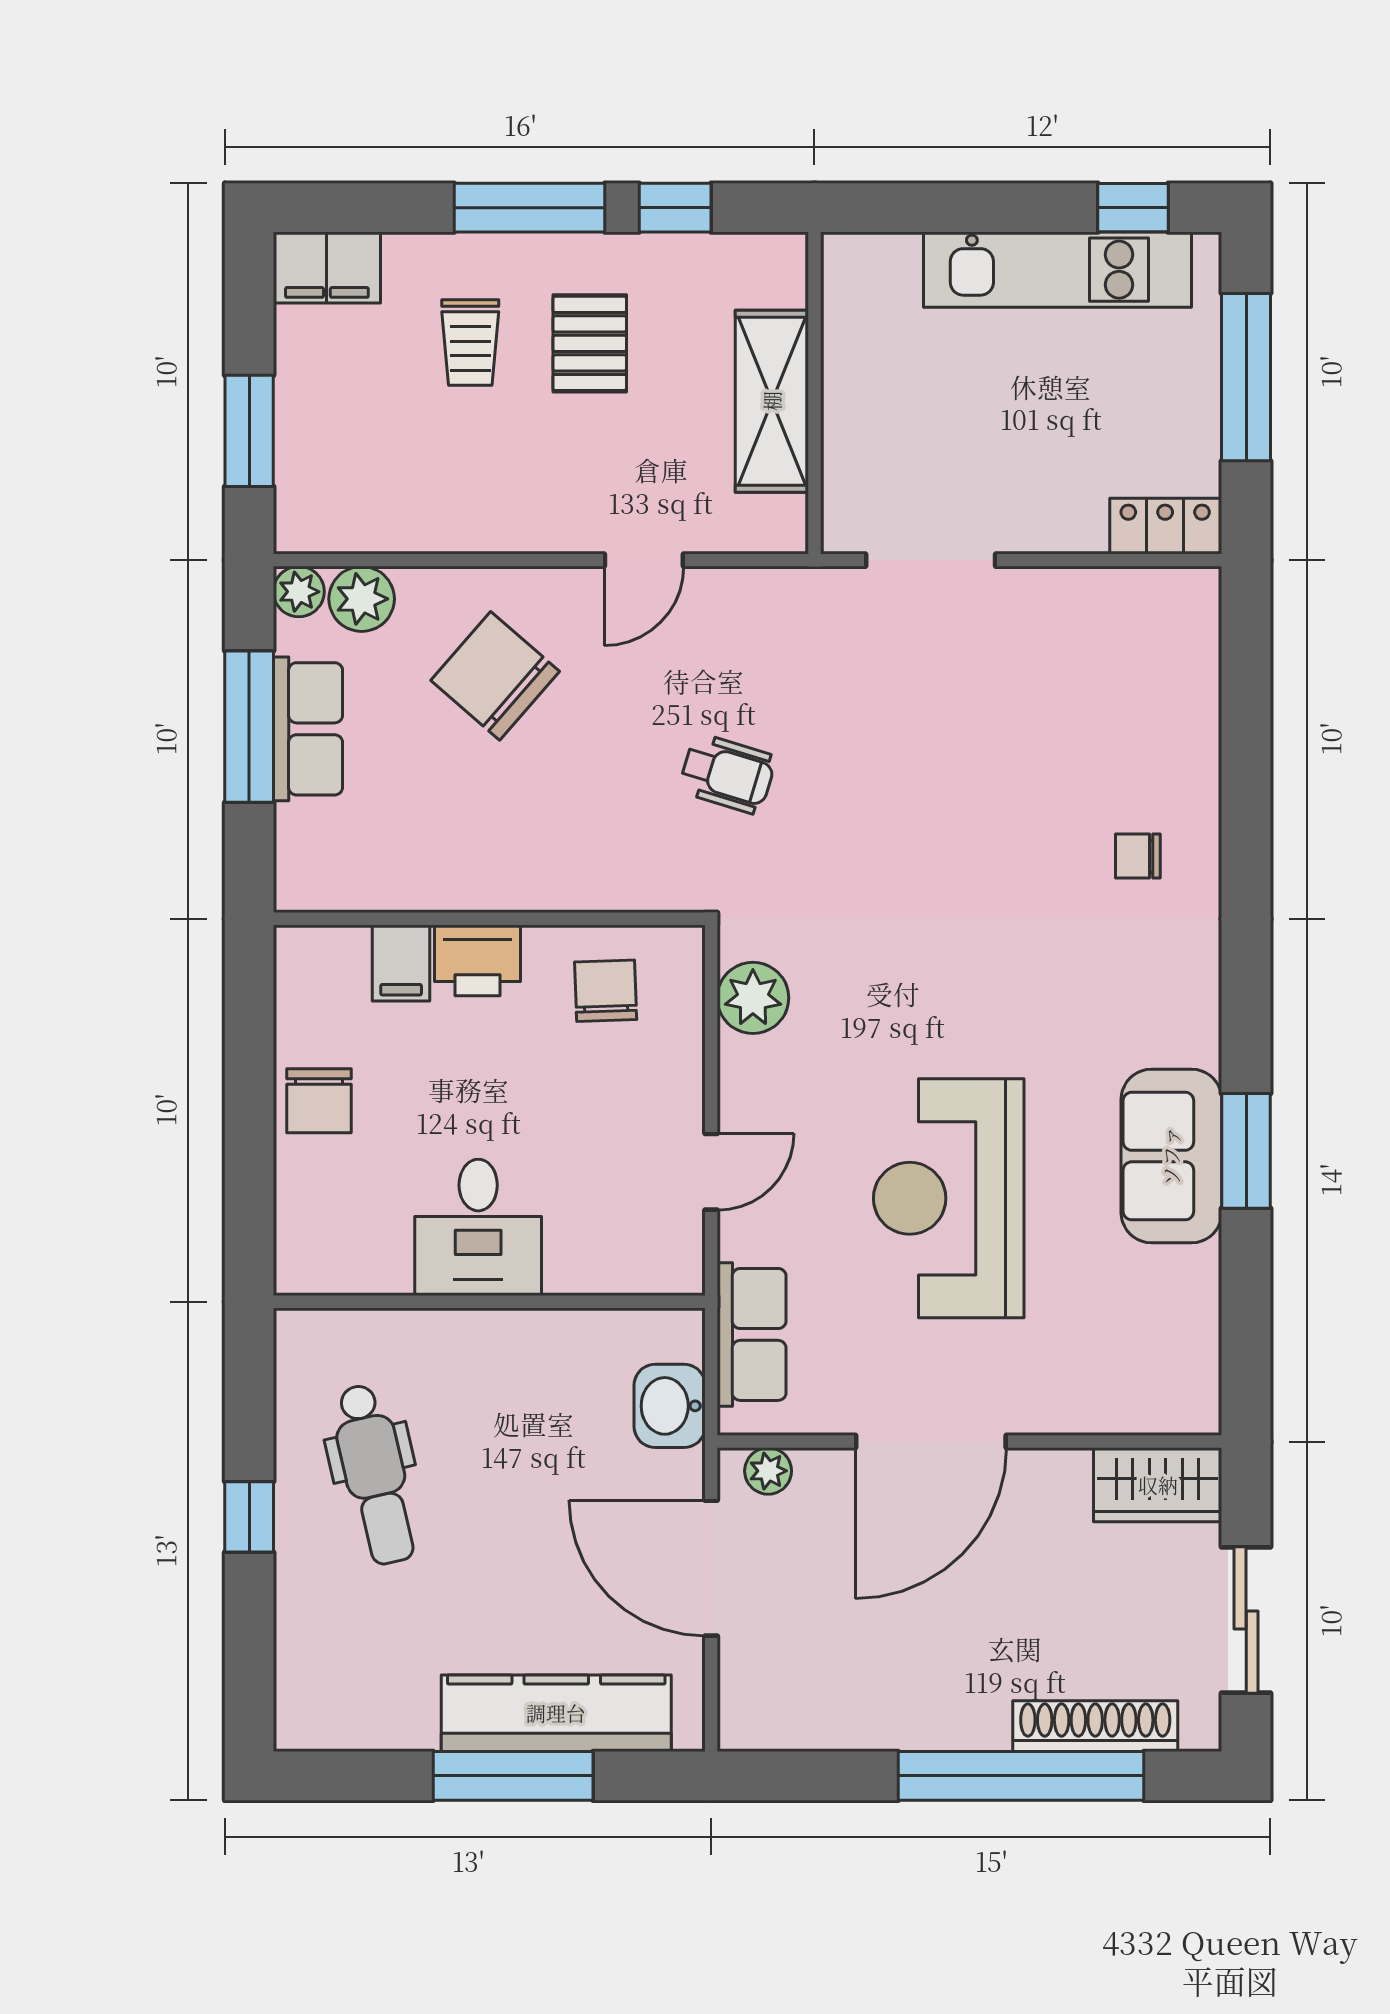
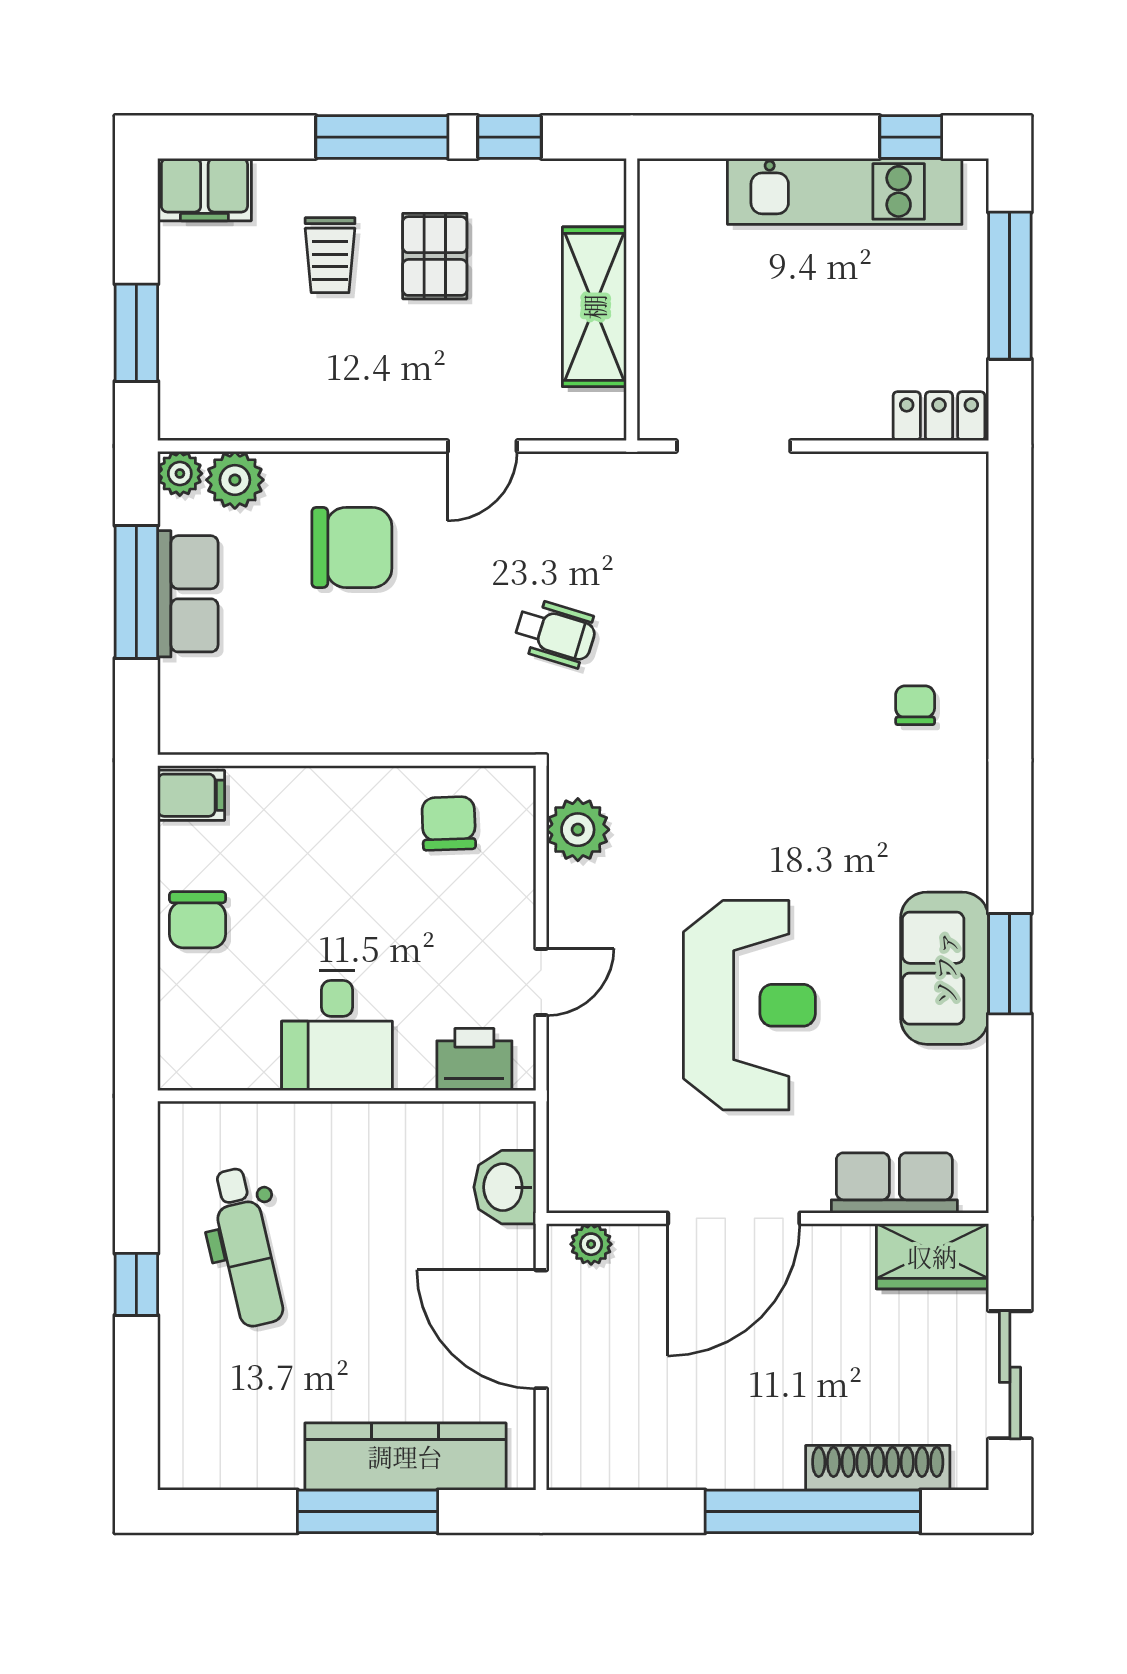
chair: (495, 676) -> (352, 547), turned 139
chair: (1138, 856) -> (915, 705), turned 90
printer: (477, 960) -> (474, 1059), moved, turned 180
filing cabinet: (401, 963) -> (191, 795), moved, turned -90
reception desk: (949, 1198) -> (749, 1005), turned 180
row of seats: (752, 1334) -> (894, 1183), moved, turned -90

